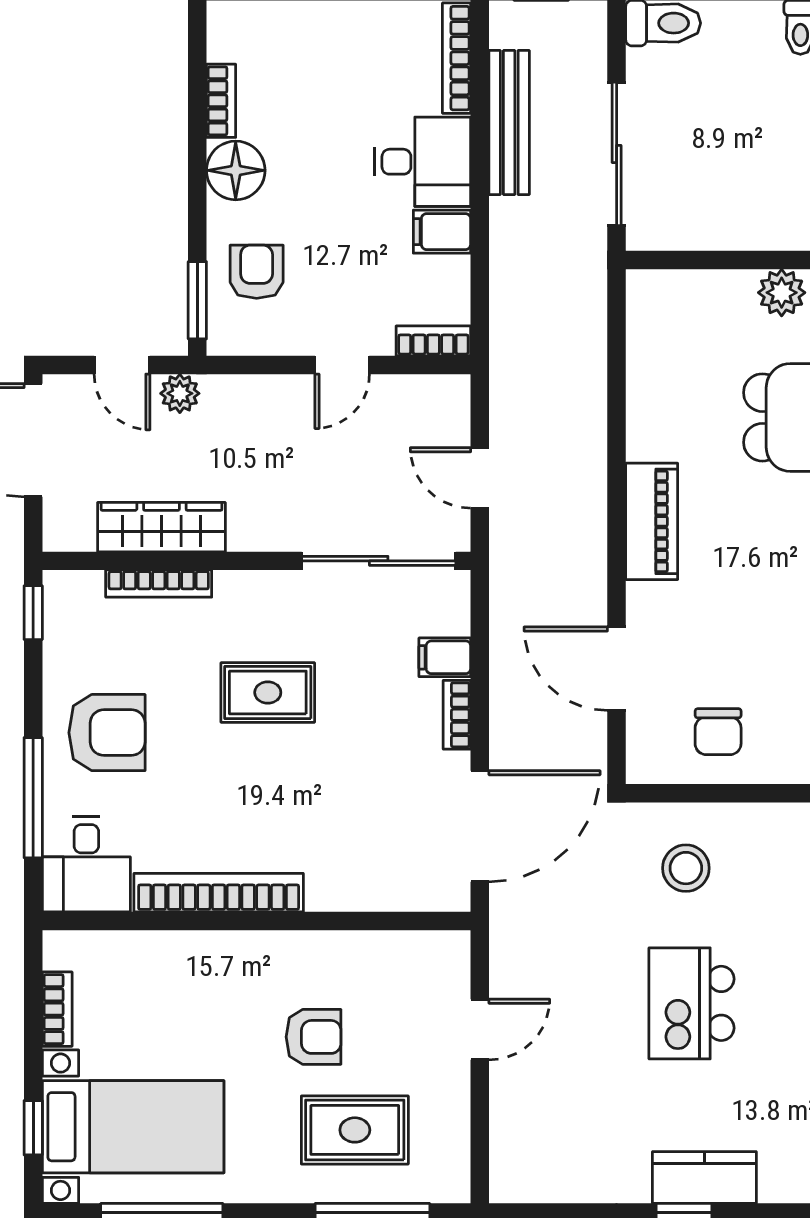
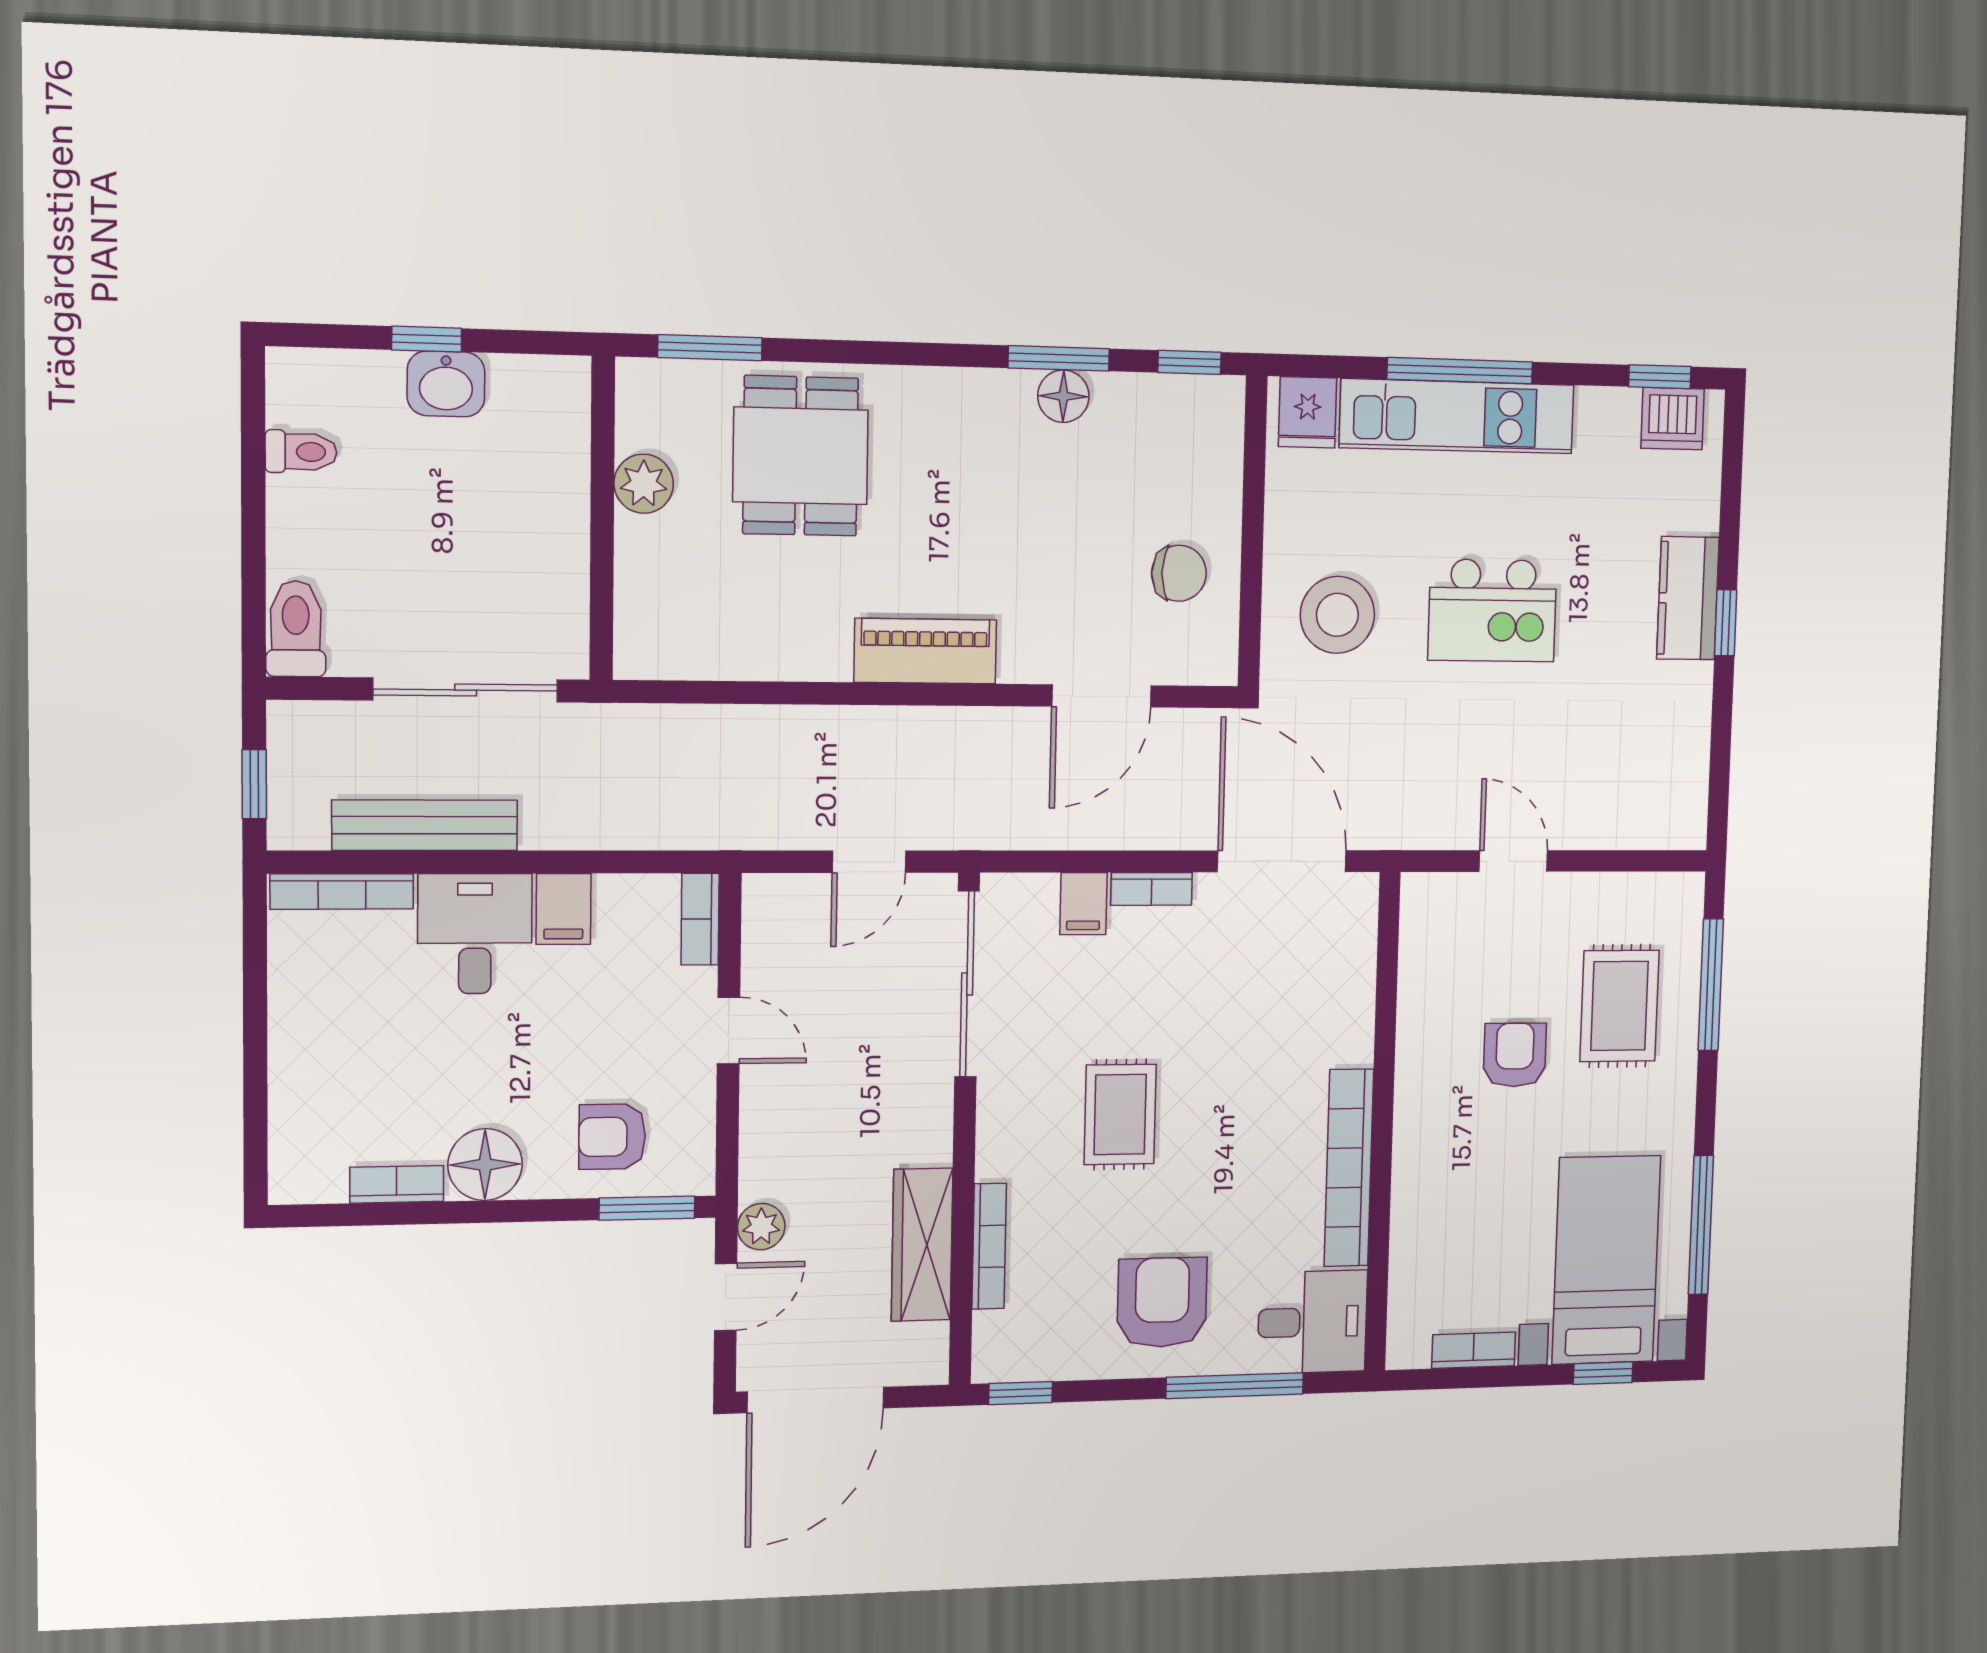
stool: (686, 868) -> (1337, 615), width x1.38, depth x1.38

